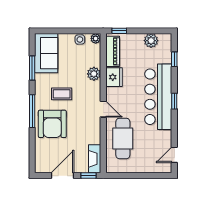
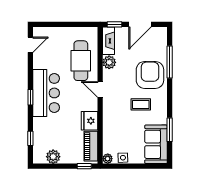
plant: (94, 74) -> (109, 62), moved
bar counter: (158, 97) -> (46, 93), width x0.73
window: (32, 111) -> (170, 62), moved

